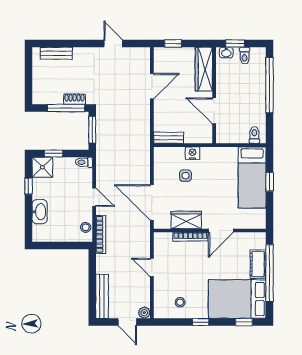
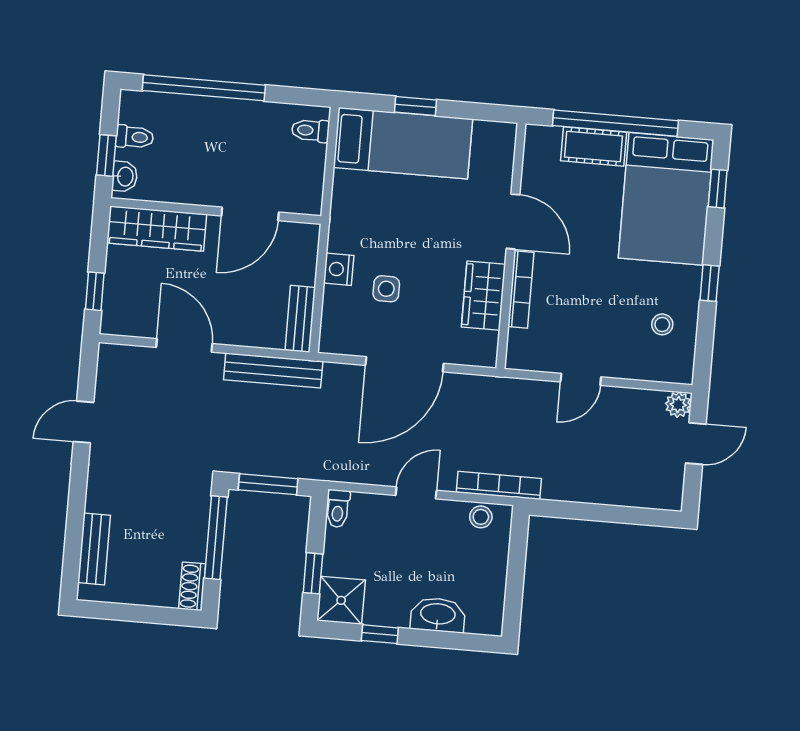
shoe rack: (75, 99) -> (192, 586), moved
door: (152, 203) -> (404, 364), moved
bench: (102, 296) -> (273, 371), moved

